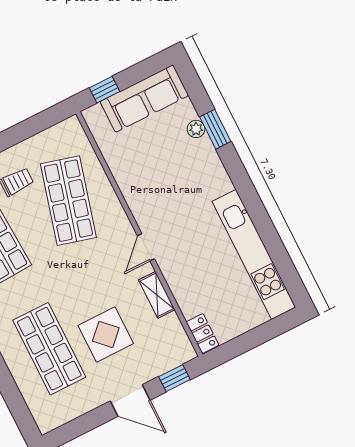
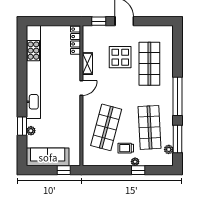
kitchen unit: (254, 254) -> (33, 72), width x1.36
locker: (202, 334) -> (75, 40), width x1.53

